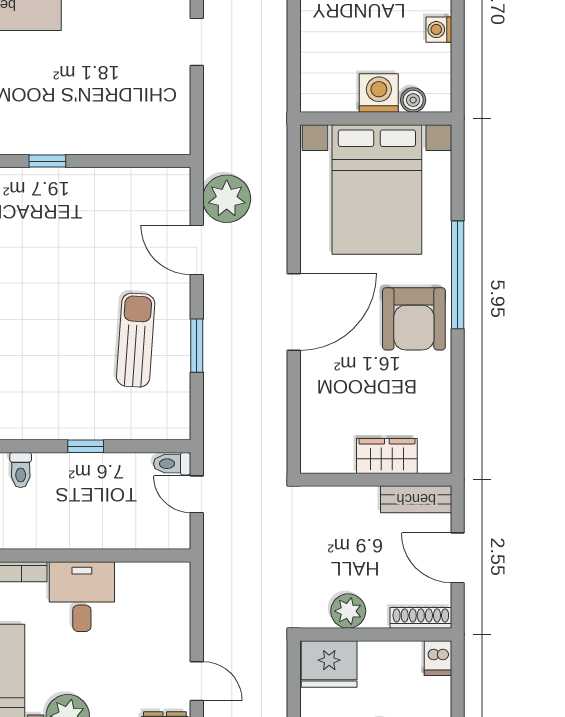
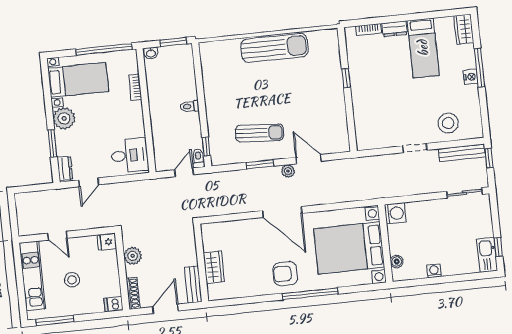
washing machine: (379, 93) -> (395, 213), moved
plant: (227, 199) -> (288, 171), moved, width x0.53, depth x0.53
door: (197, 250) -> (309, 159), hinge flipped
armchair: (414, 319) -> (285, 274), width x0.73, depth x0.73
window: (86, 446) -> (206, 146), moved
toilet: (21, 470) -> (190, 106), moved
desk: (82, 597) -> (130, 155), moved
fridge: (329, 664) -> (107, 242), width x0.53, depth x0.75

